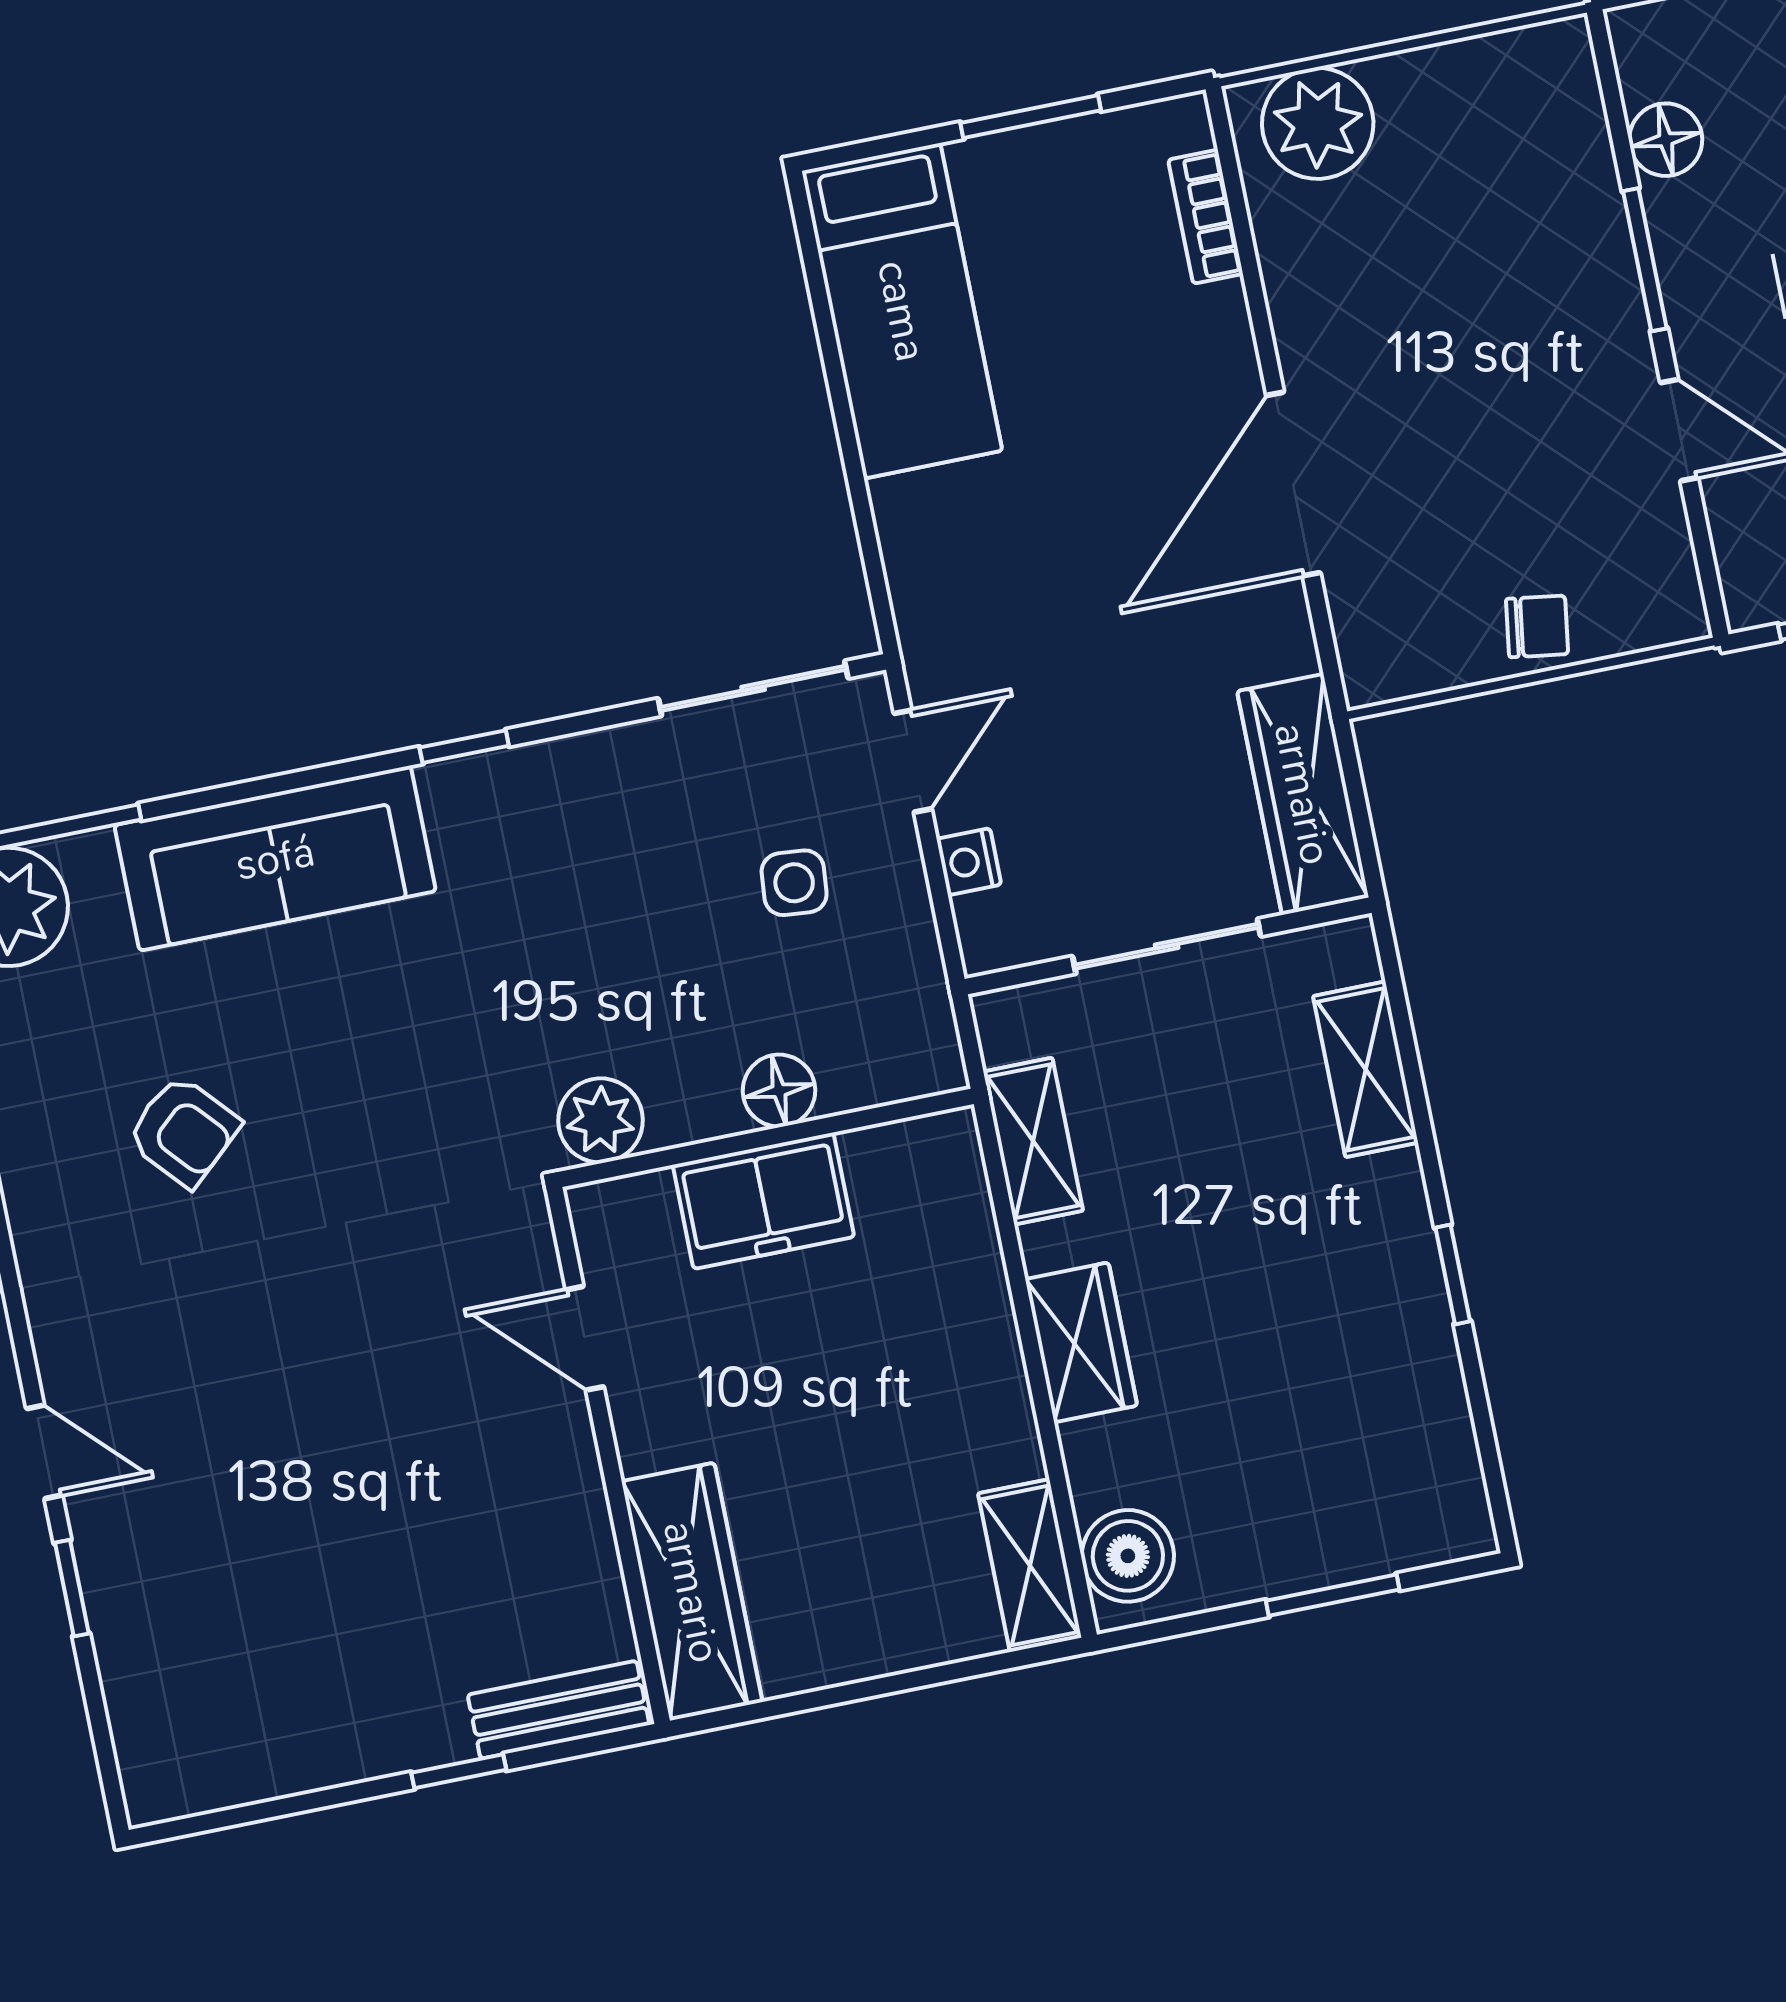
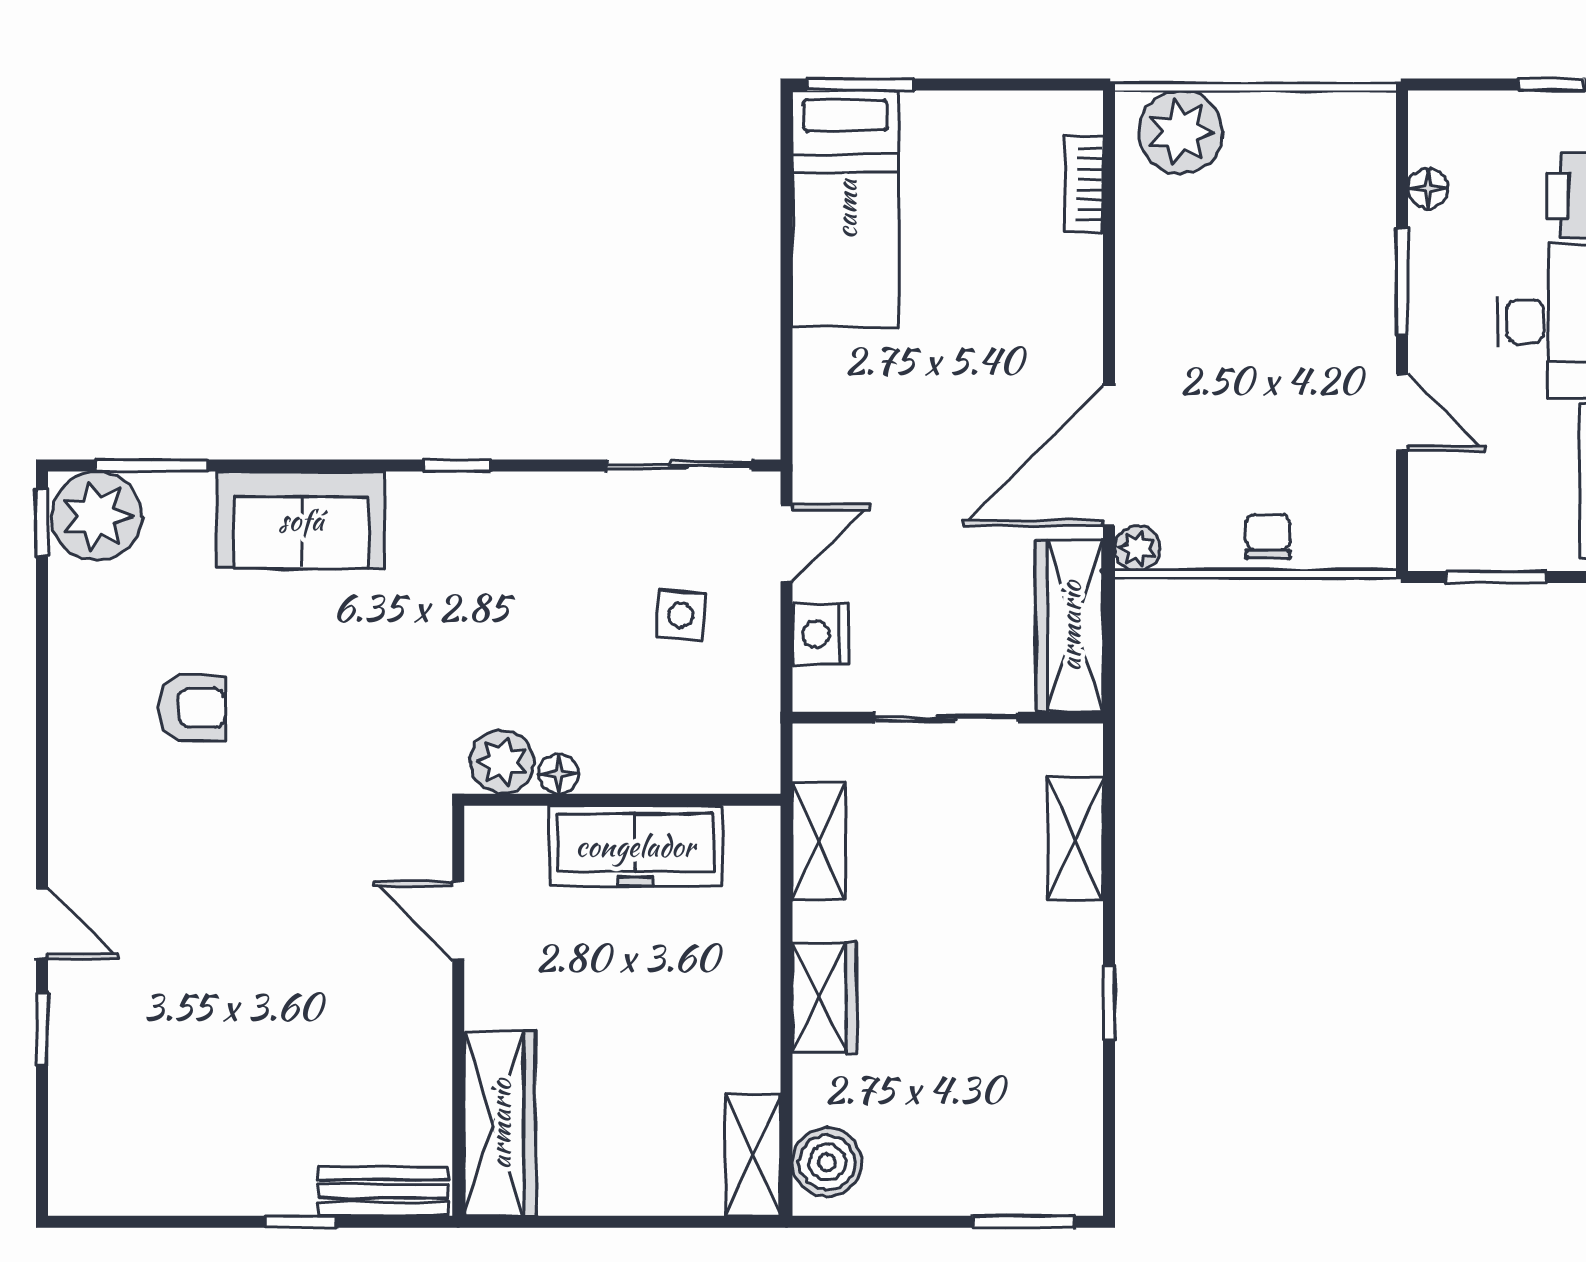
window: (1031, 117) -> (860, 84), moved
floor lamp: (1666, 140) -> (1428, 189), width x0.73, depth x0.73
door: (1293, 484) -> (1109, 456), moved
chair: (1537, 626) -> (1268, 537), turned -98
plant: (1371, 676) -> (1138, 548), added
sofa: (275, 858) -> (301, 520), width x0.73
nightstand: (969, 862) -> (820, 634), width x1.39, depth x1.35
floor lamp: (779, 1091) -> (559, 774), moved, width x0.73, depth x0.73
armchair: (183, 1131) -> (193, 708), turned -48
freezer: (763, 1201) -> (635, 846), width x1.40
window: (1333, 1595) -> (1023, 1222), moved

